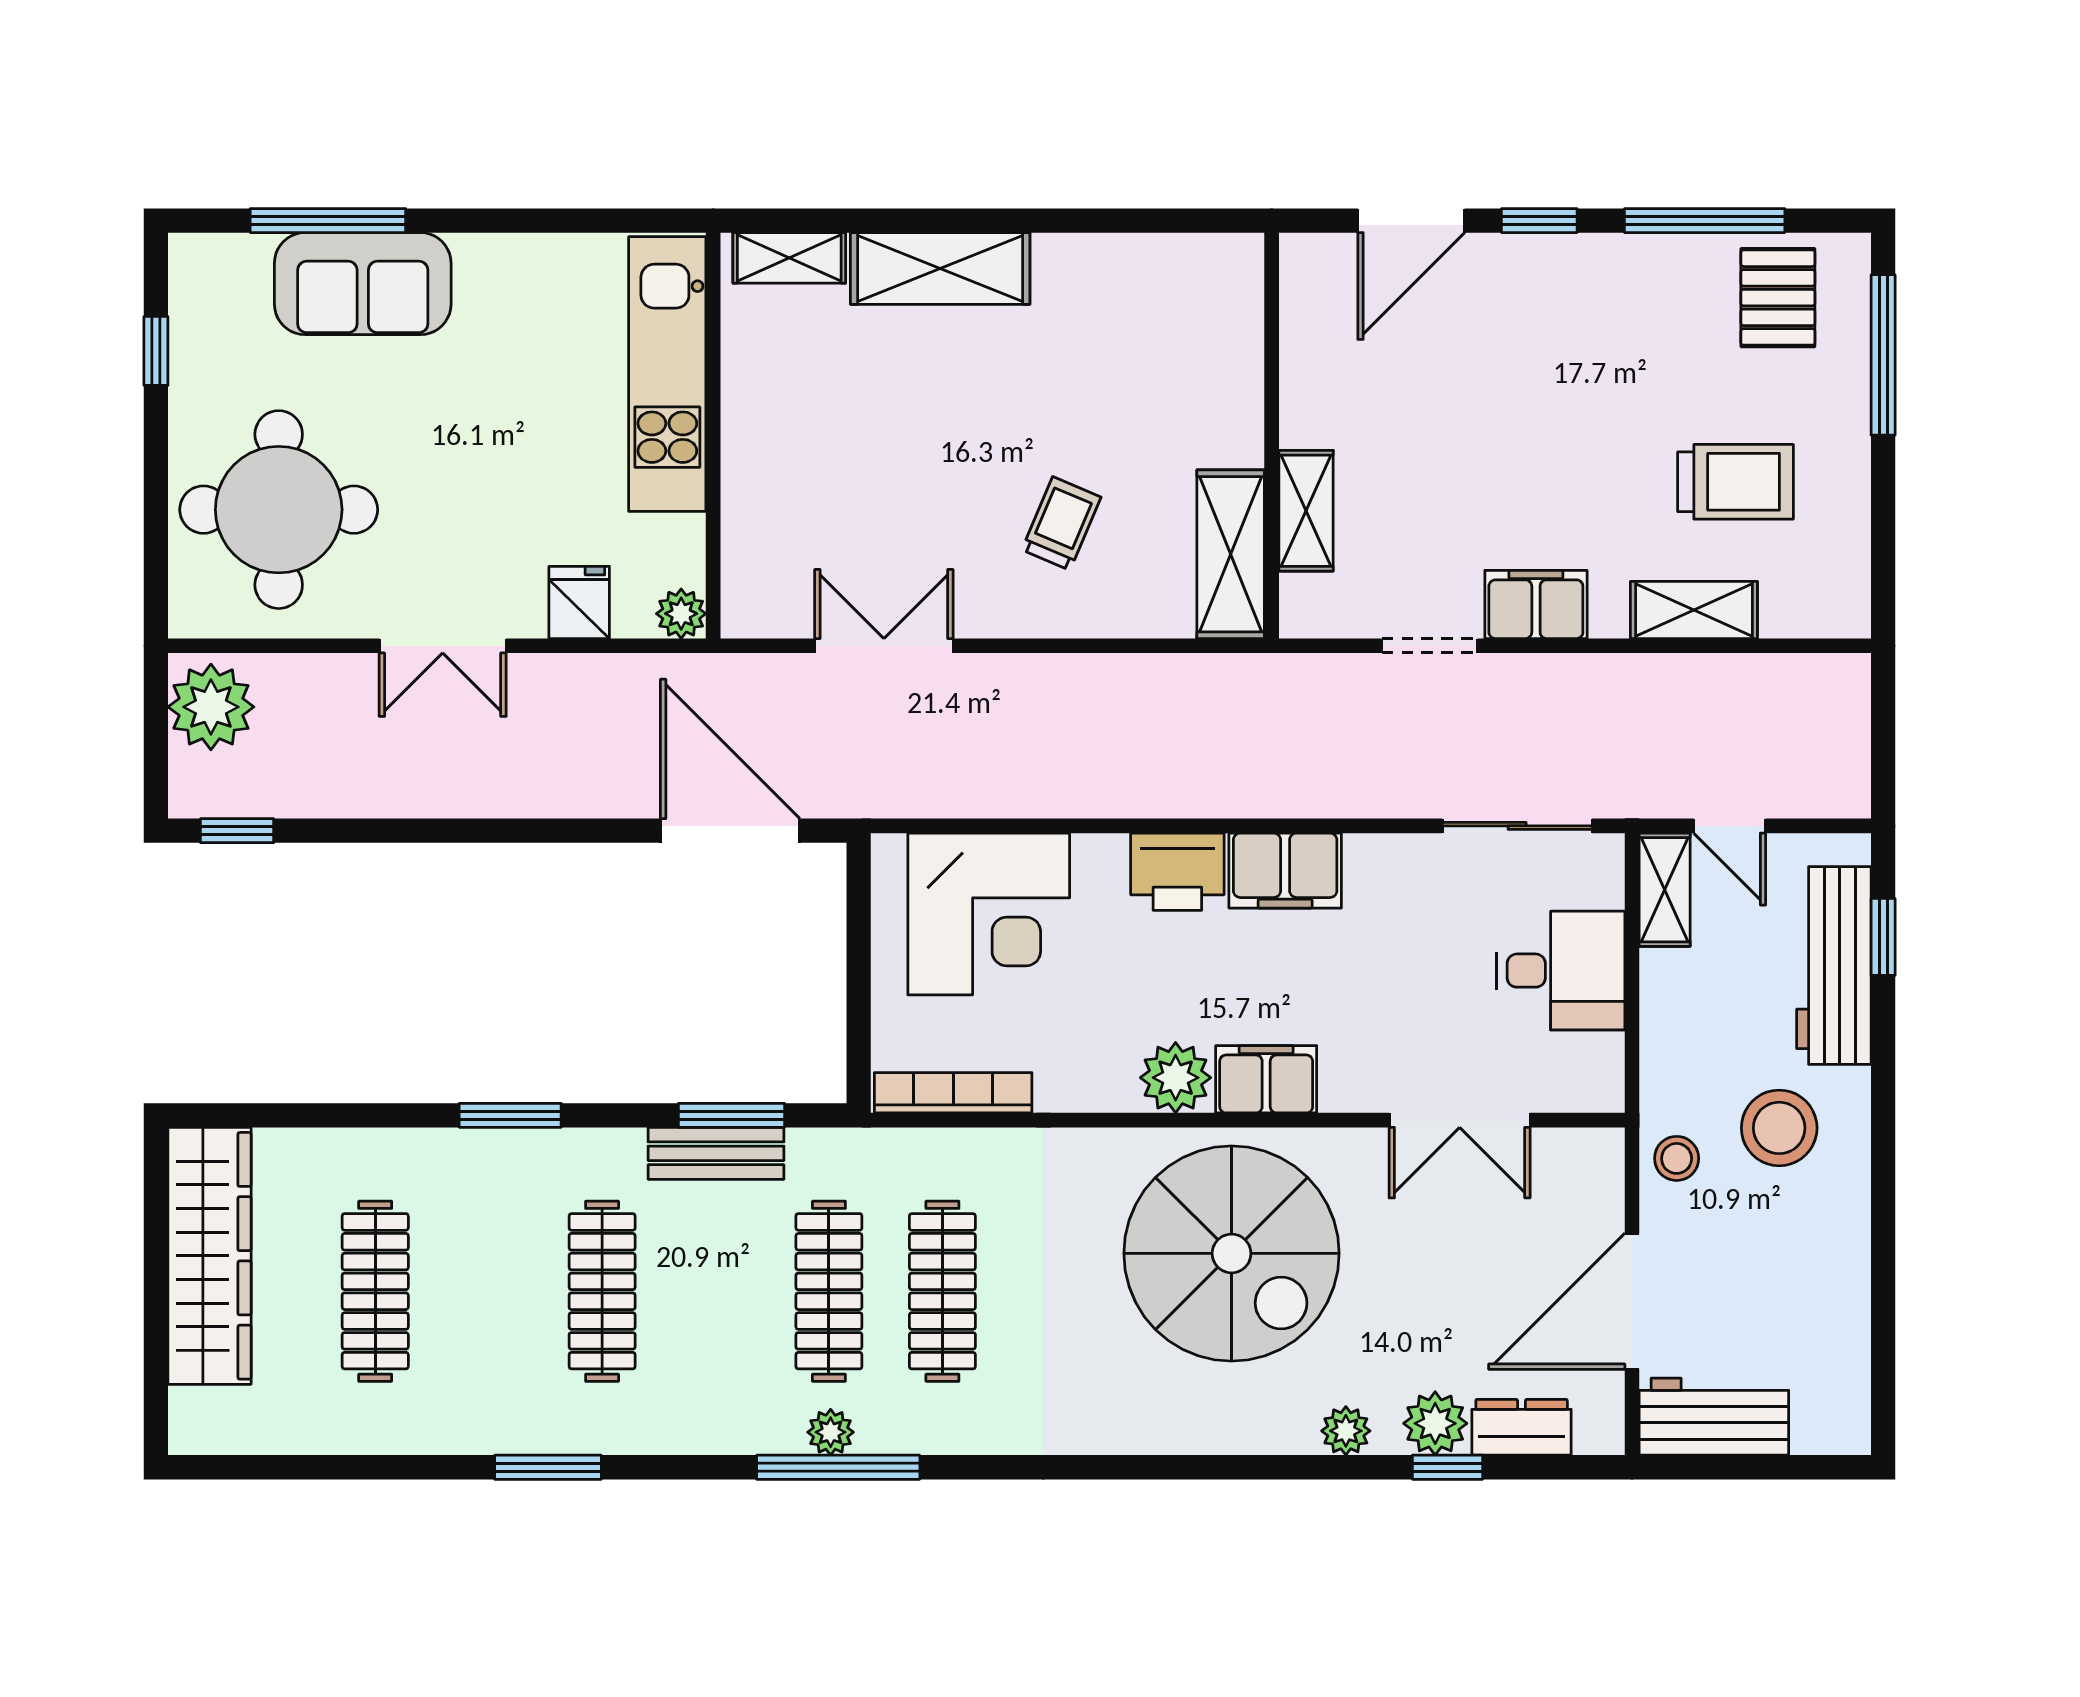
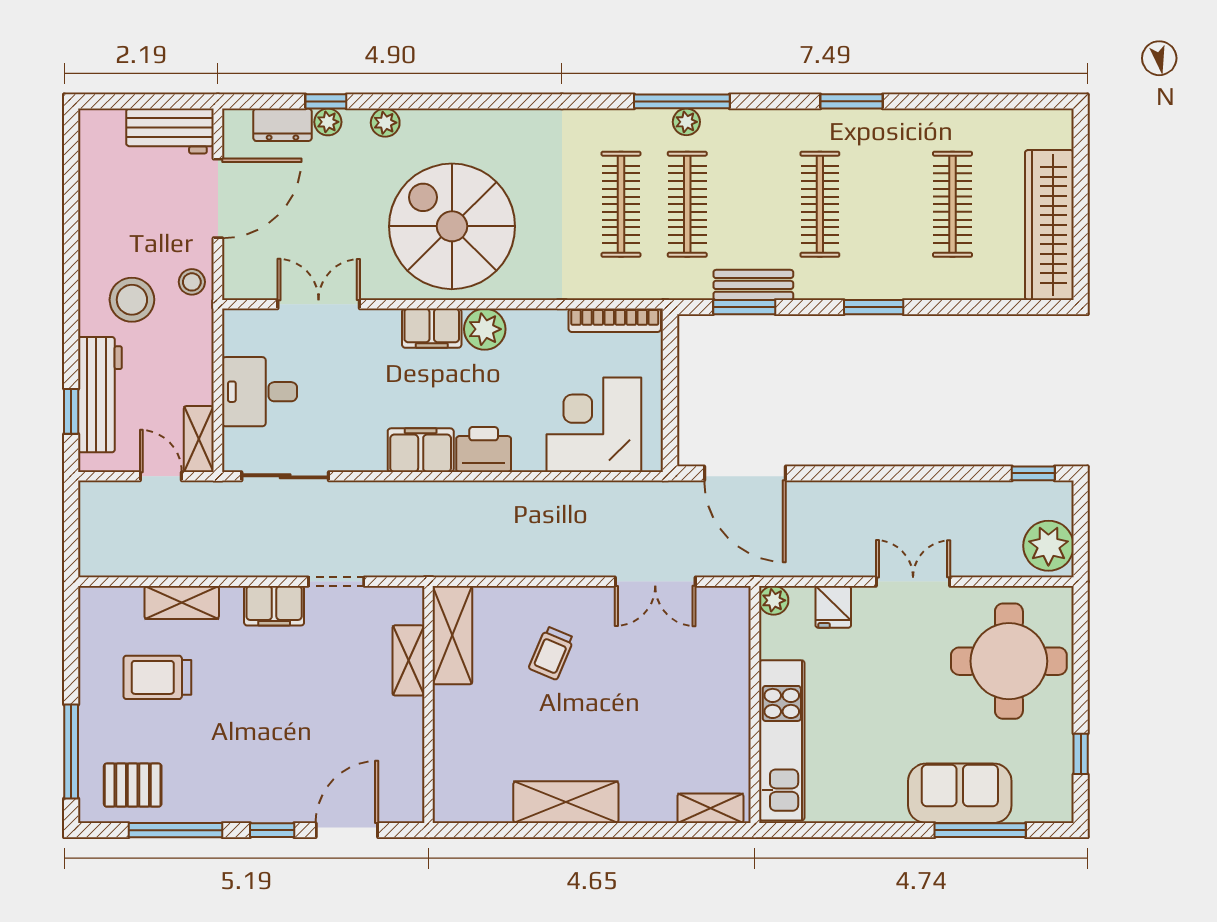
shelving: (940, 268) -> (566, 802), moved
pallet: (1778, 298) -> (133, 785), turned 90
plant: (1435, 1423) -> (328, 122), width x0.73, depth x0.73

